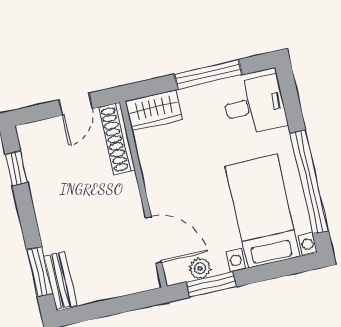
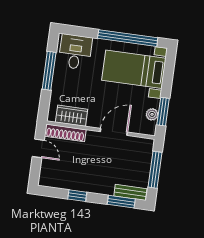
wardrobe: (154, 110) -> (72, 116), moved, turned -90
window: (16, 168) -> (77, 196), moved
door: (154, 240) -> (114, 132), moved
window: (112, 307) -> (155, 170), added

